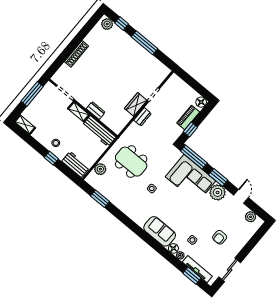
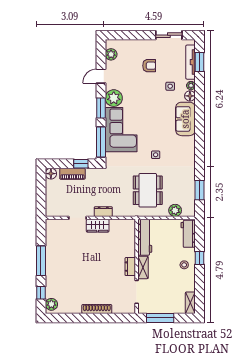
dresser: (96, 111) -> (130, 267), moved

